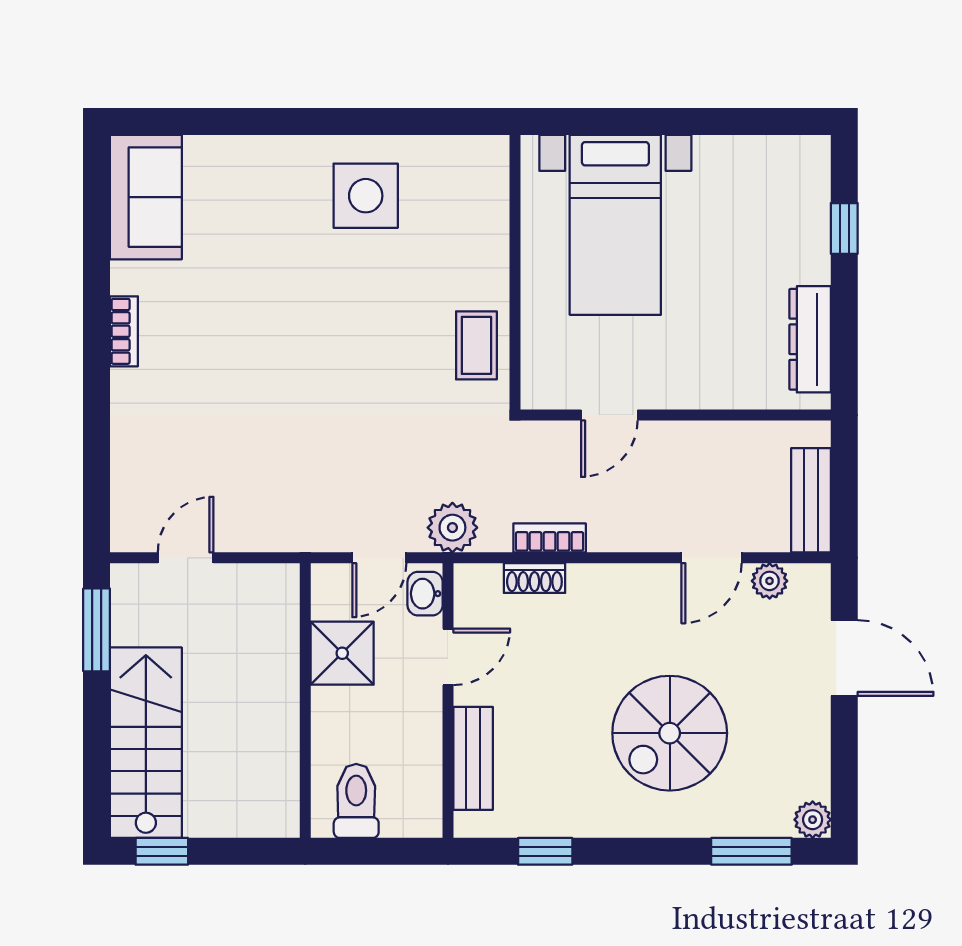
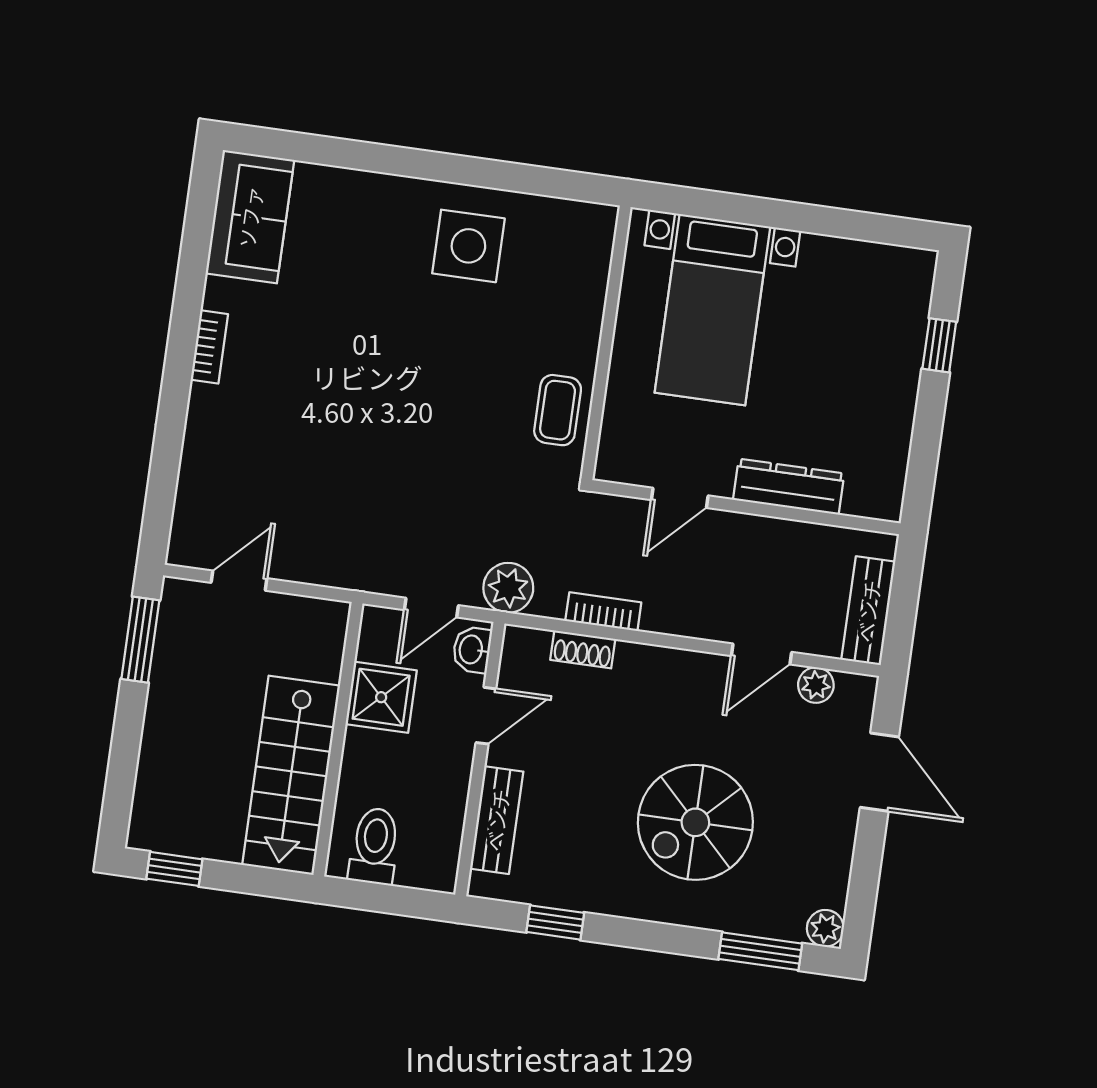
dresser: (810, 339) -> (789, 487), moved, turned 90
stairs: (146, 743) -> (291, 775), moved, turned 180

